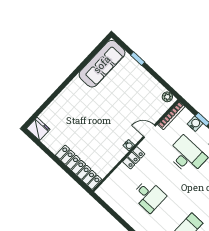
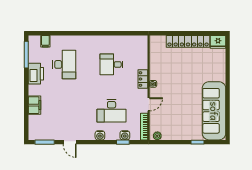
sofa: (102, 64) -> (214, 111), width x1.36, depth x1.27
locker: (79, 167) -> (188, 41), moved

